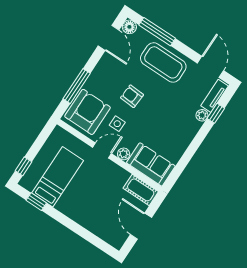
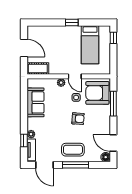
window: (157, 32) -> (75, 165), moved
coffee table: (163, 62) -> (73, 150), width x0.73, depth x0.76
armchair: (88, 112) -> (97, 93), turned 90
door: (102, 150) -> (75, 76), hinge flipped
sofa: (151, 164) -> (35, 102), moved, turned -90
window: (36, 202) -> (72, 23), moved

